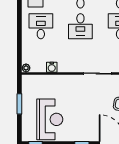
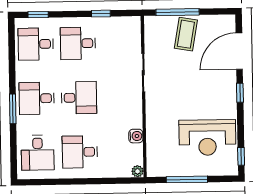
window: (19, 104) -> (187, 179), width x1.44
reception desk: (50, 119) -> (207, 138), turned 180

